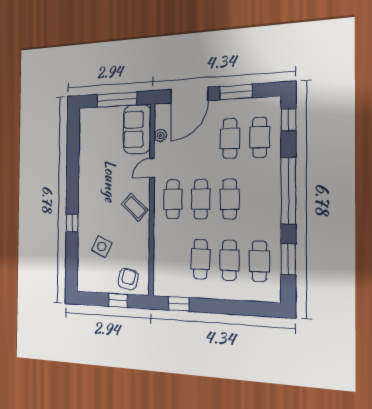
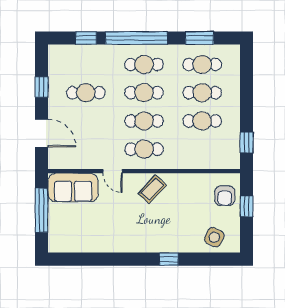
window: (236, 92) -> (42, 87), width x0.67
door: (189, 95) -> (42, 133), width x0.73
window: (289, 120) -> (86, 38), moved
plant: (160, 135) -> (80, 163), removed
cafe table: (260, 137) -> (144, 64), moved
side table: (102, 247) -> (214, 237), moved
armchair: (128, 279) -> (225, 196), turned -104

